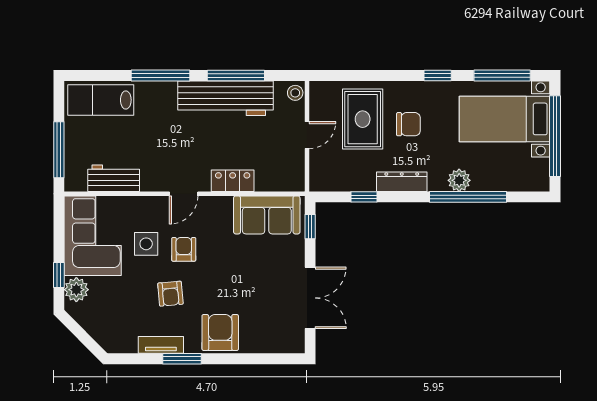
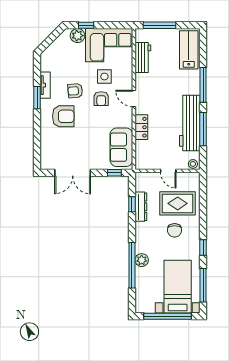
dresser: (402, 182) -> (141, 207), moved
armchair: (184, 249) -> (101, 99), turned 90
armchair: (220, 332) -> (63, 116), moved

